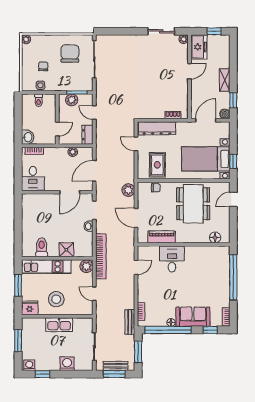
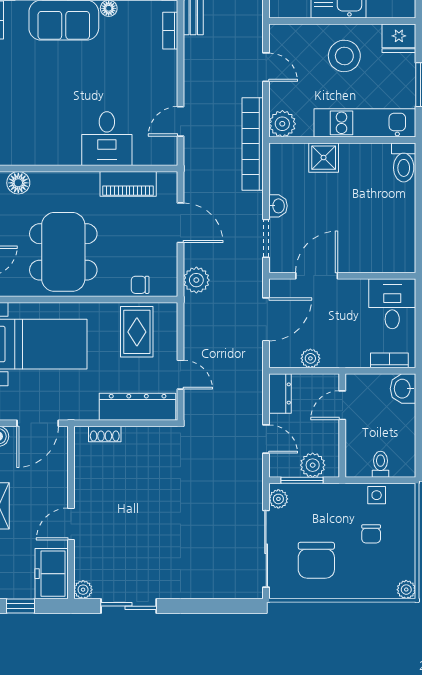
plant: (88, 83) -> (278, 499), added
toilet: (42, 247) -> (404, 162), moved

